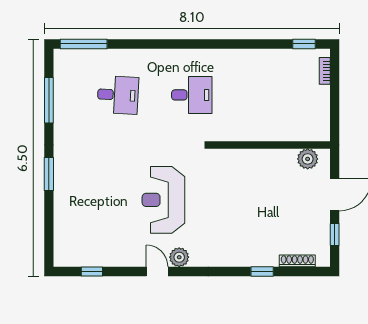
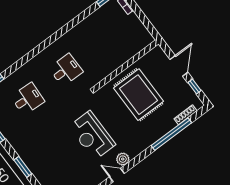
plant: (308, 159) -> (151, 58), removed
rug: (258, 193) -> (138, 95), added
window: (262, 272) -> (171, 134), width x3.17

